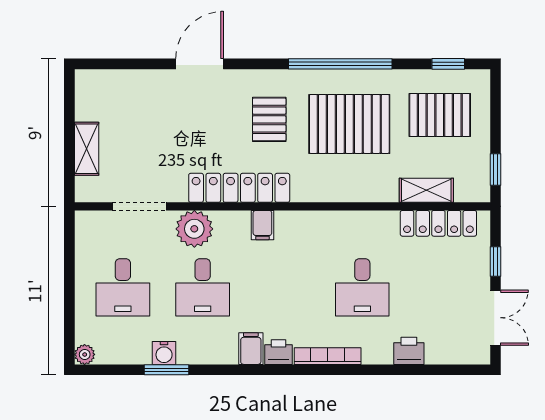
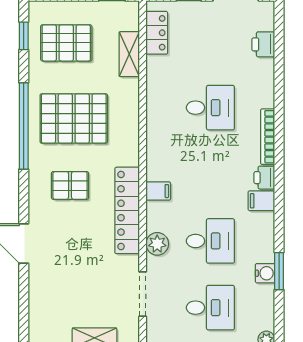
pallet: (440, 115) -> (66, 43), turned 90
pallet: (349, 124) -> (74, 118), turned 90
locker: (438, 223) -> (157, 33), width x0.66
plant: (194, 229) -> (157, 244), width x0.73, depth x0.73
printer: (409, 351) -> (263, 44), moved

